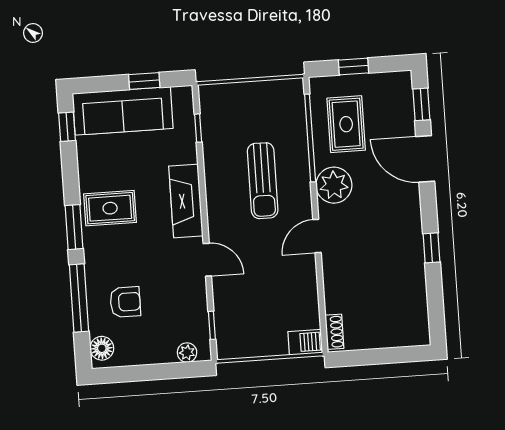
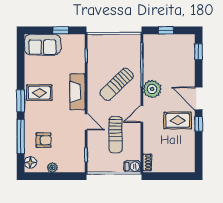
sofa: (123, 111) -> (42, 45), width x0.73
rug: (346, 124) -> (178, 120), moved, turned 90
window: (67, 127) -> (21, 50), removed
door: (425, 159) -> (199, 99), moved
sun lounger: (263, 181) -> (117, 84), turned 46
sun lounger: (268, 281) -> (116, 135), added
plant: (187, 353) -> (52, 168), moved

